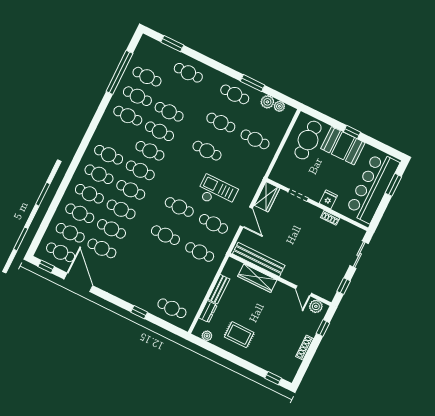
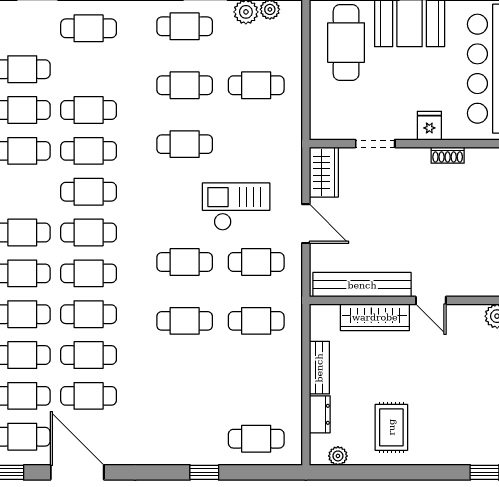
door: (304, 291) -> (431, 300), moved
rug: (239, 335) -> (391, 427), turned 90

